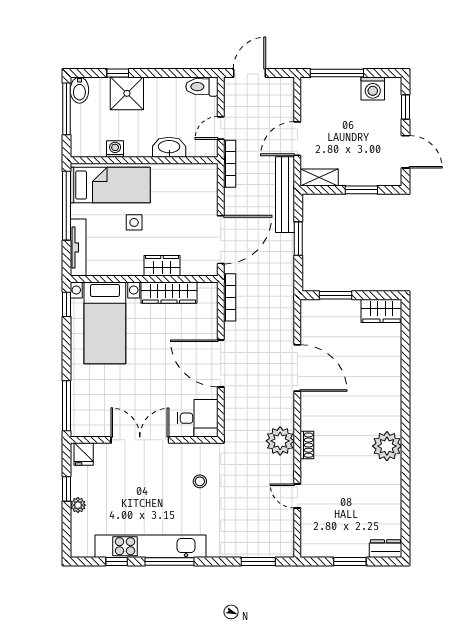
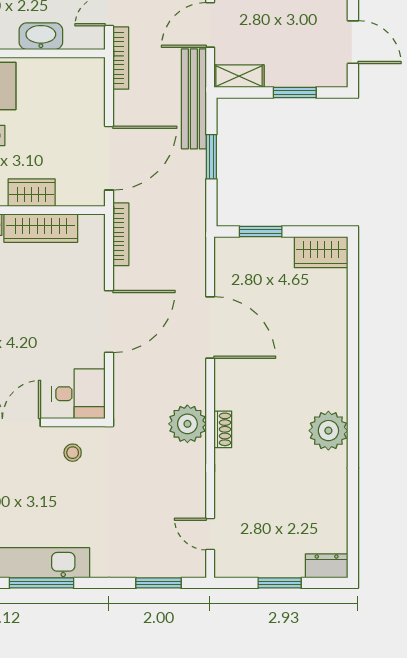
door: (221, 363) -> (109, 322), swing flipped
stool: (200, 481) -> (73, 453), moved
door: (297, 496) -> (210, 534), moved

